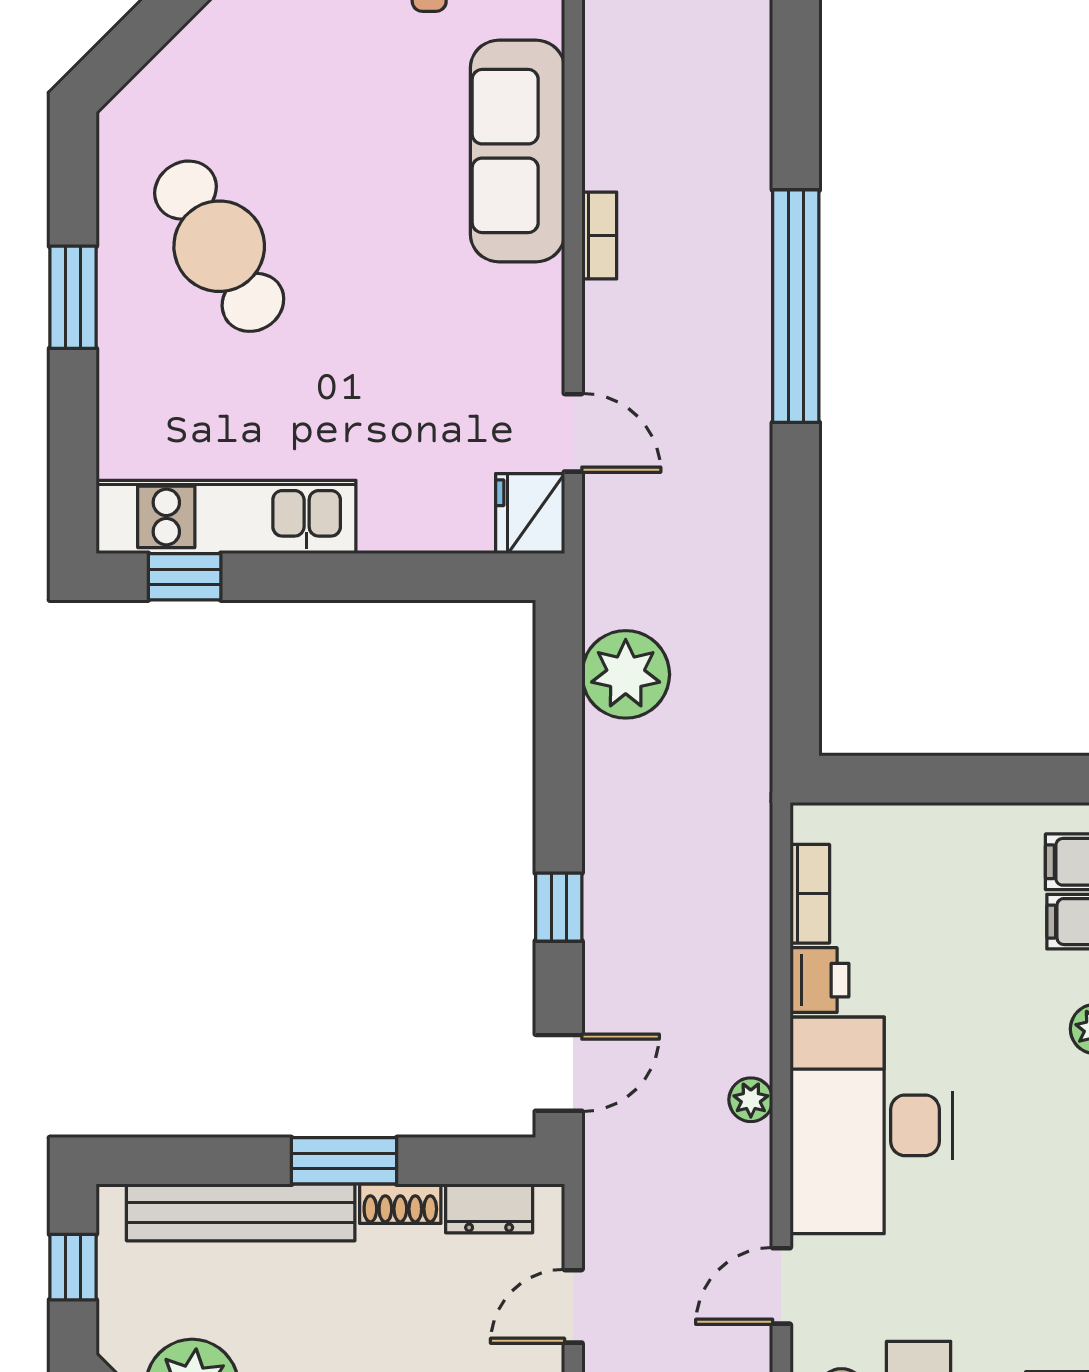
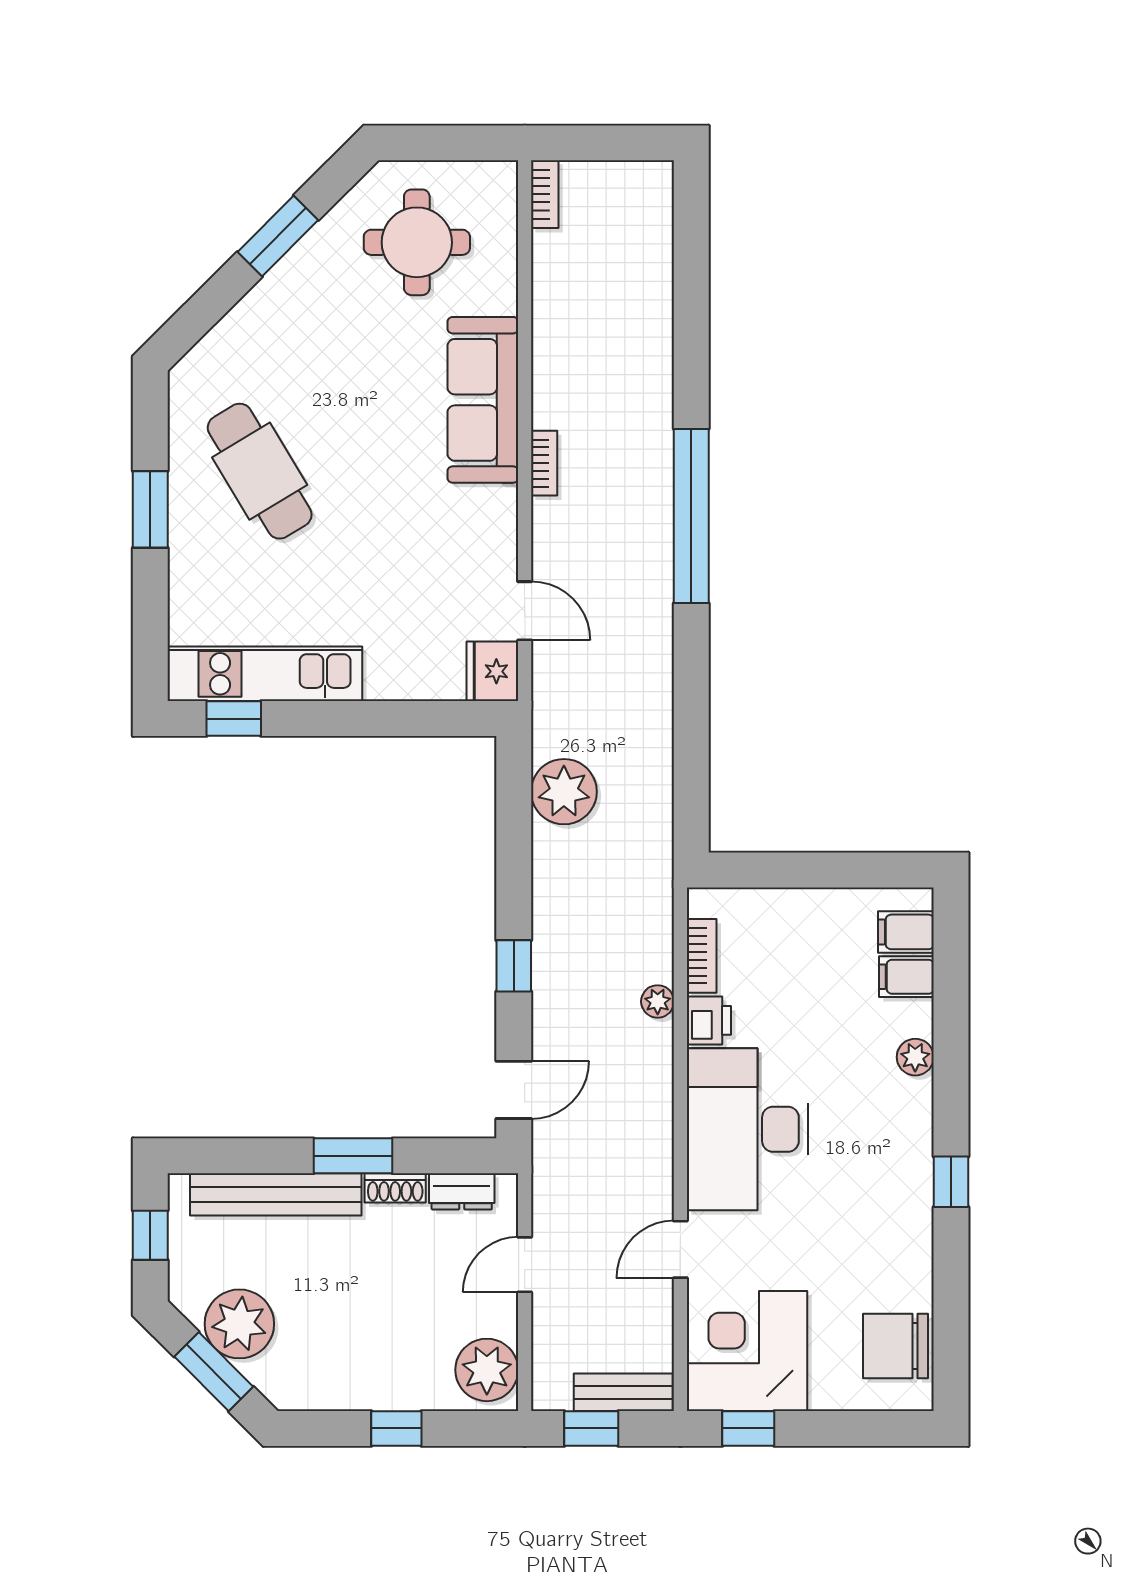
plant: (751, 1100) -> (658, 1001), moved

